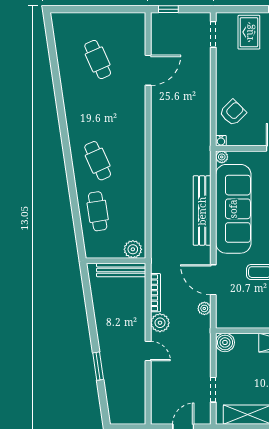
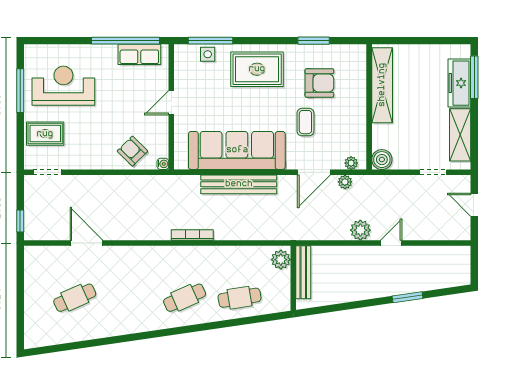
plant: (222, 157) -> (351, 163), moved
bookcase: (155, 293) -> (192, 235), moved

